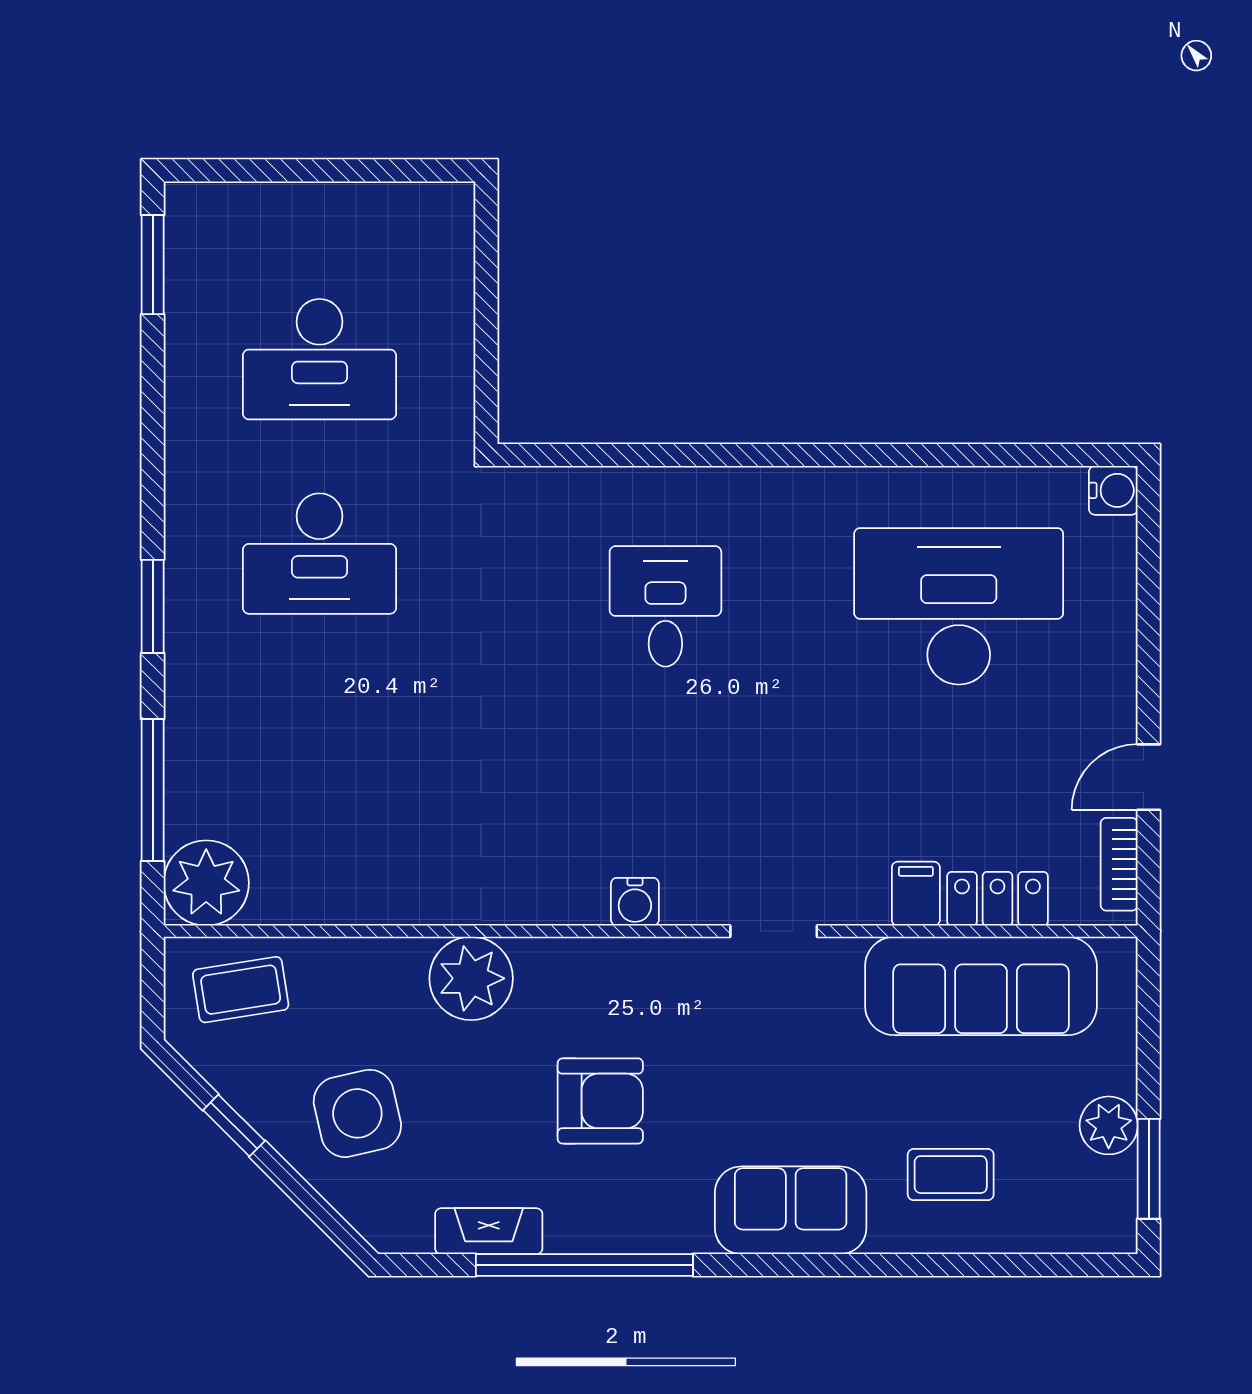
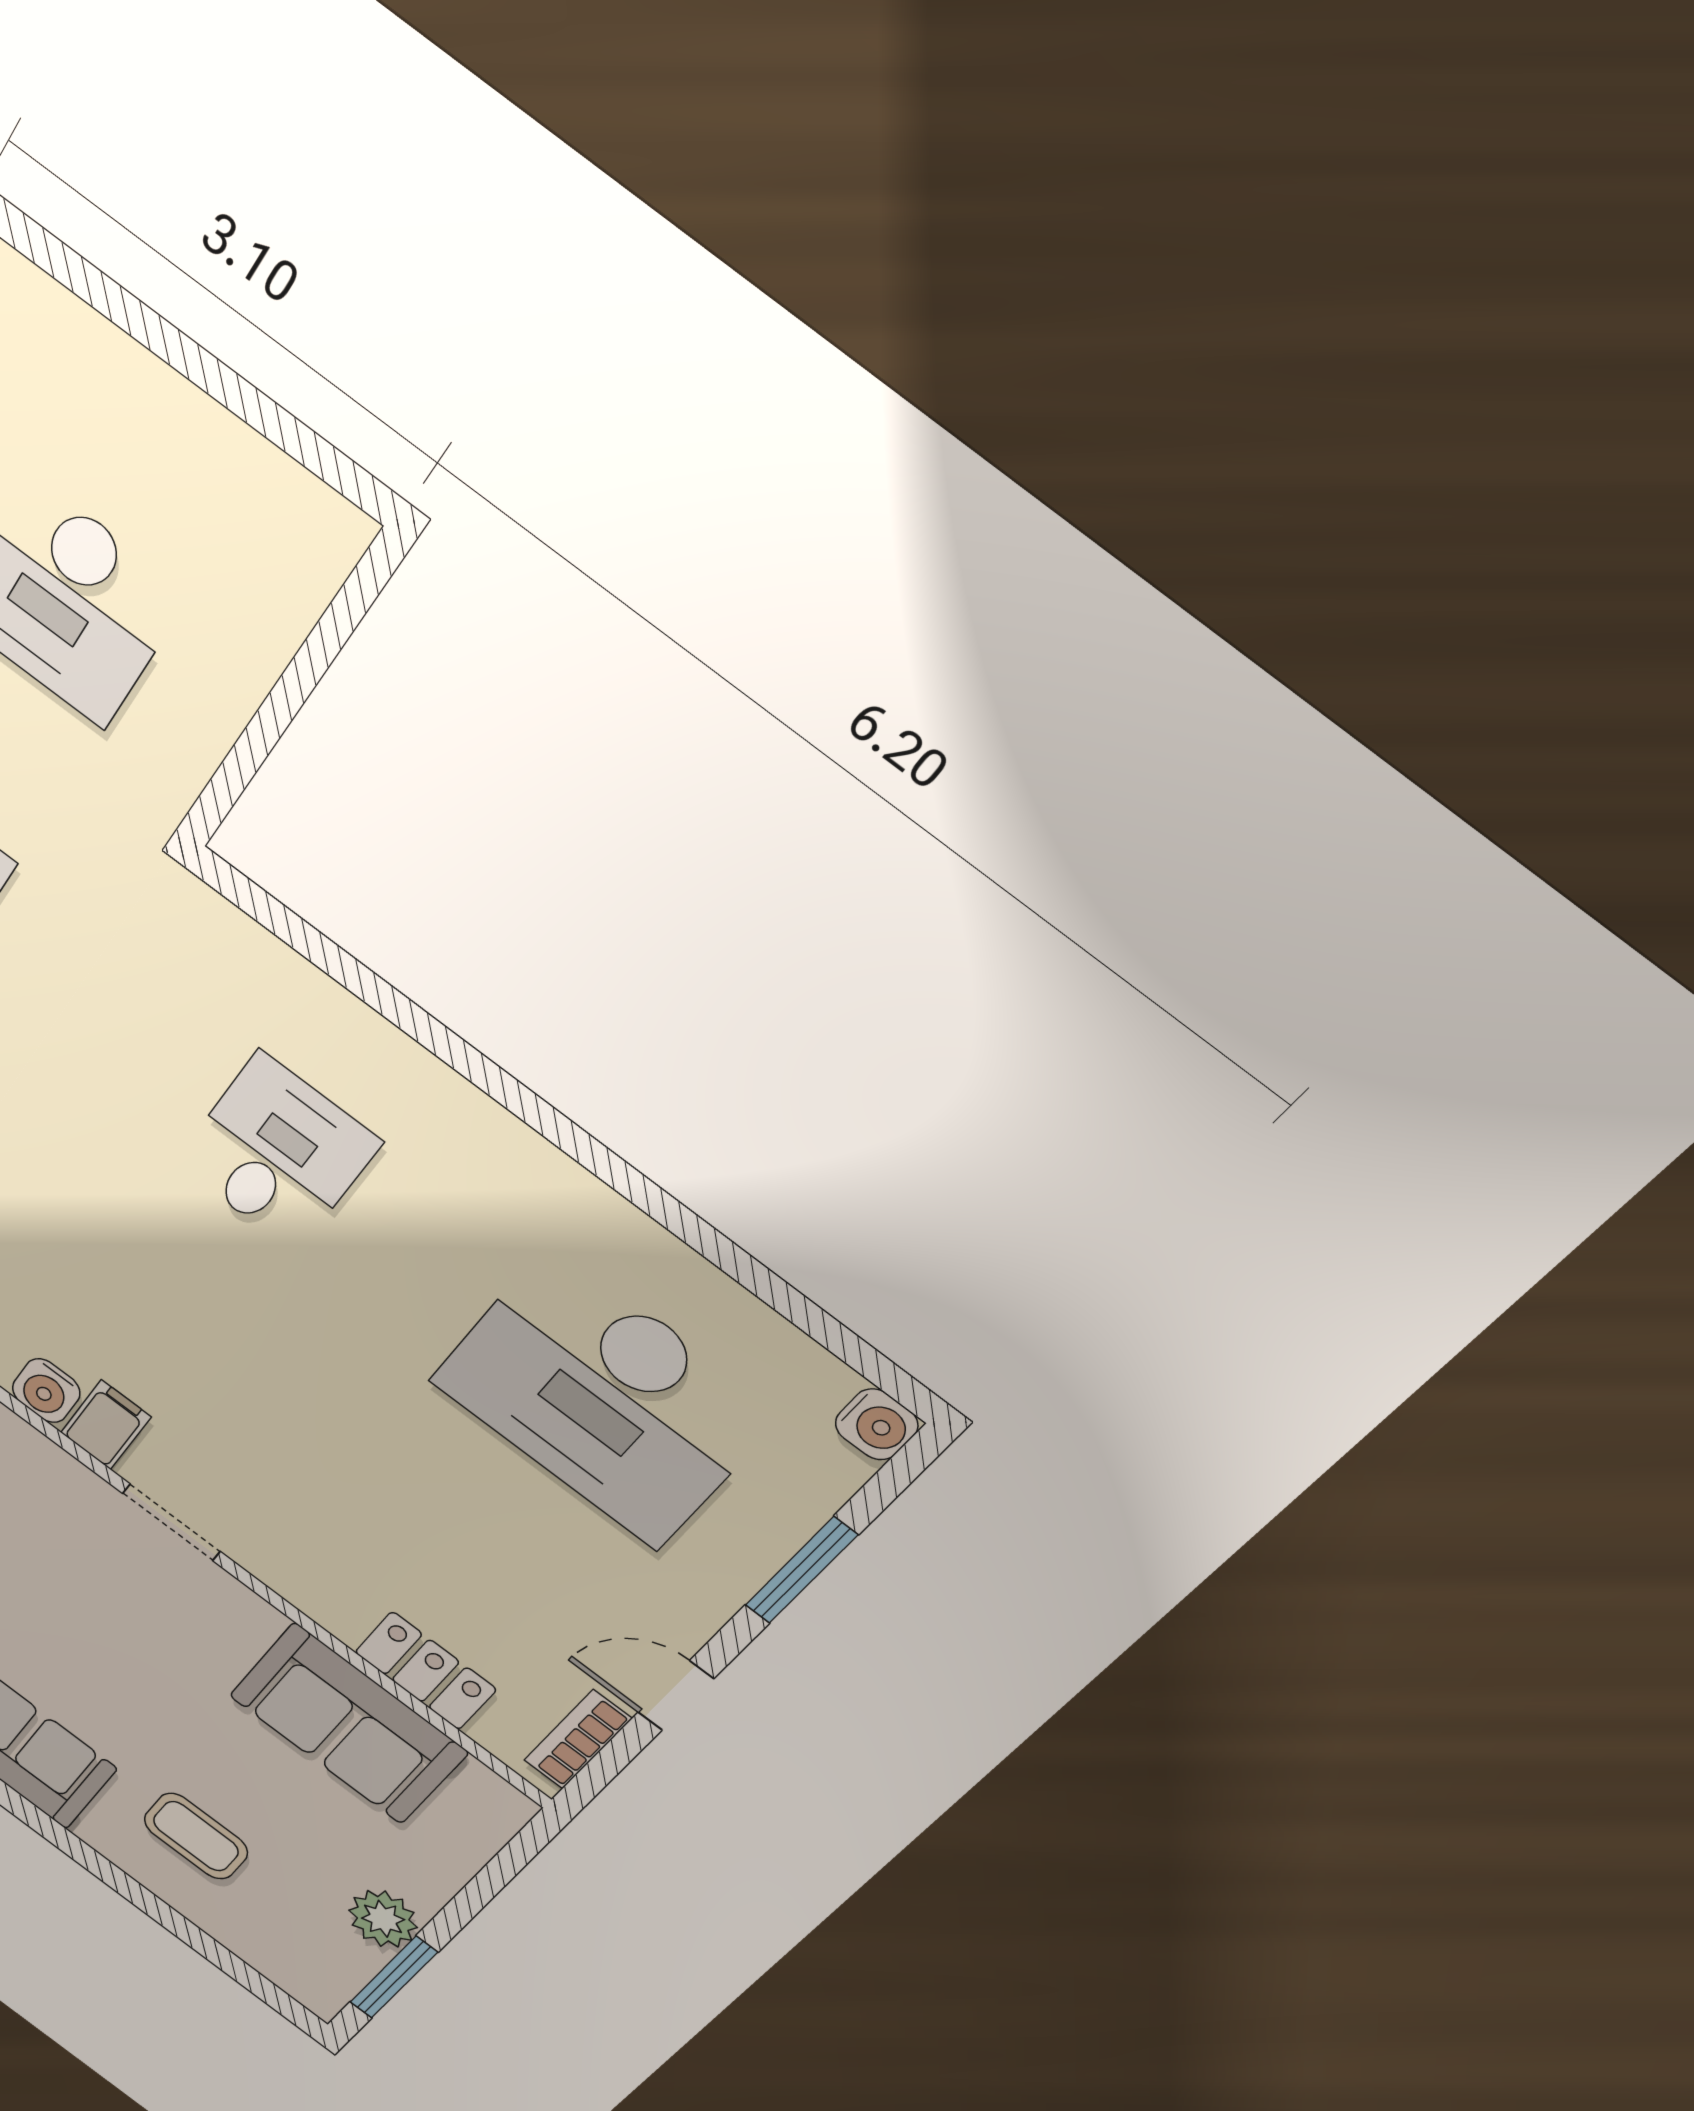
desk: (959, 606) -> (604, 1398), turned 180
window: (1149, 623) -> (801, 1570), added
filing cabinet: (916, 894) -> (106, 1425), moved
sofa: (981, 986) -> (348, 1724), width x0.73

